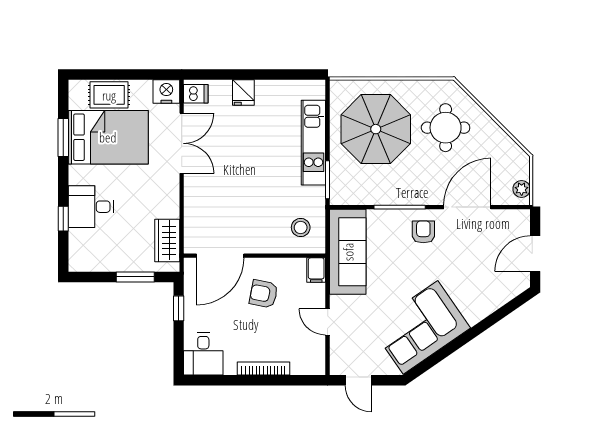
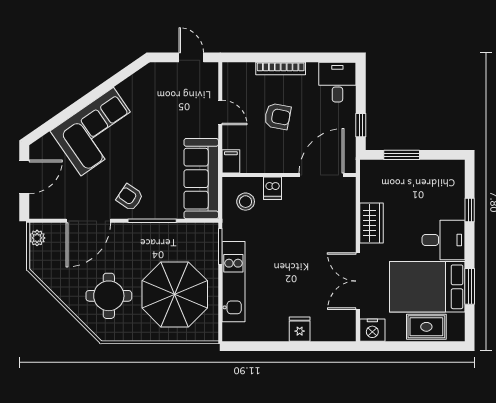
dishwasher: (196, 94) -> (272, 188), moved, turned -90
desk: (91, 207) -> (444, 240), moved
armchair: (423, 232) -> (130, 197), turned 124
wardrobe: (167, 240) -> (371, 223), moved
armchair: (264, 294) -> (278, 116), moved
corner sofa: (420, 327) -> (97, 132), moved

